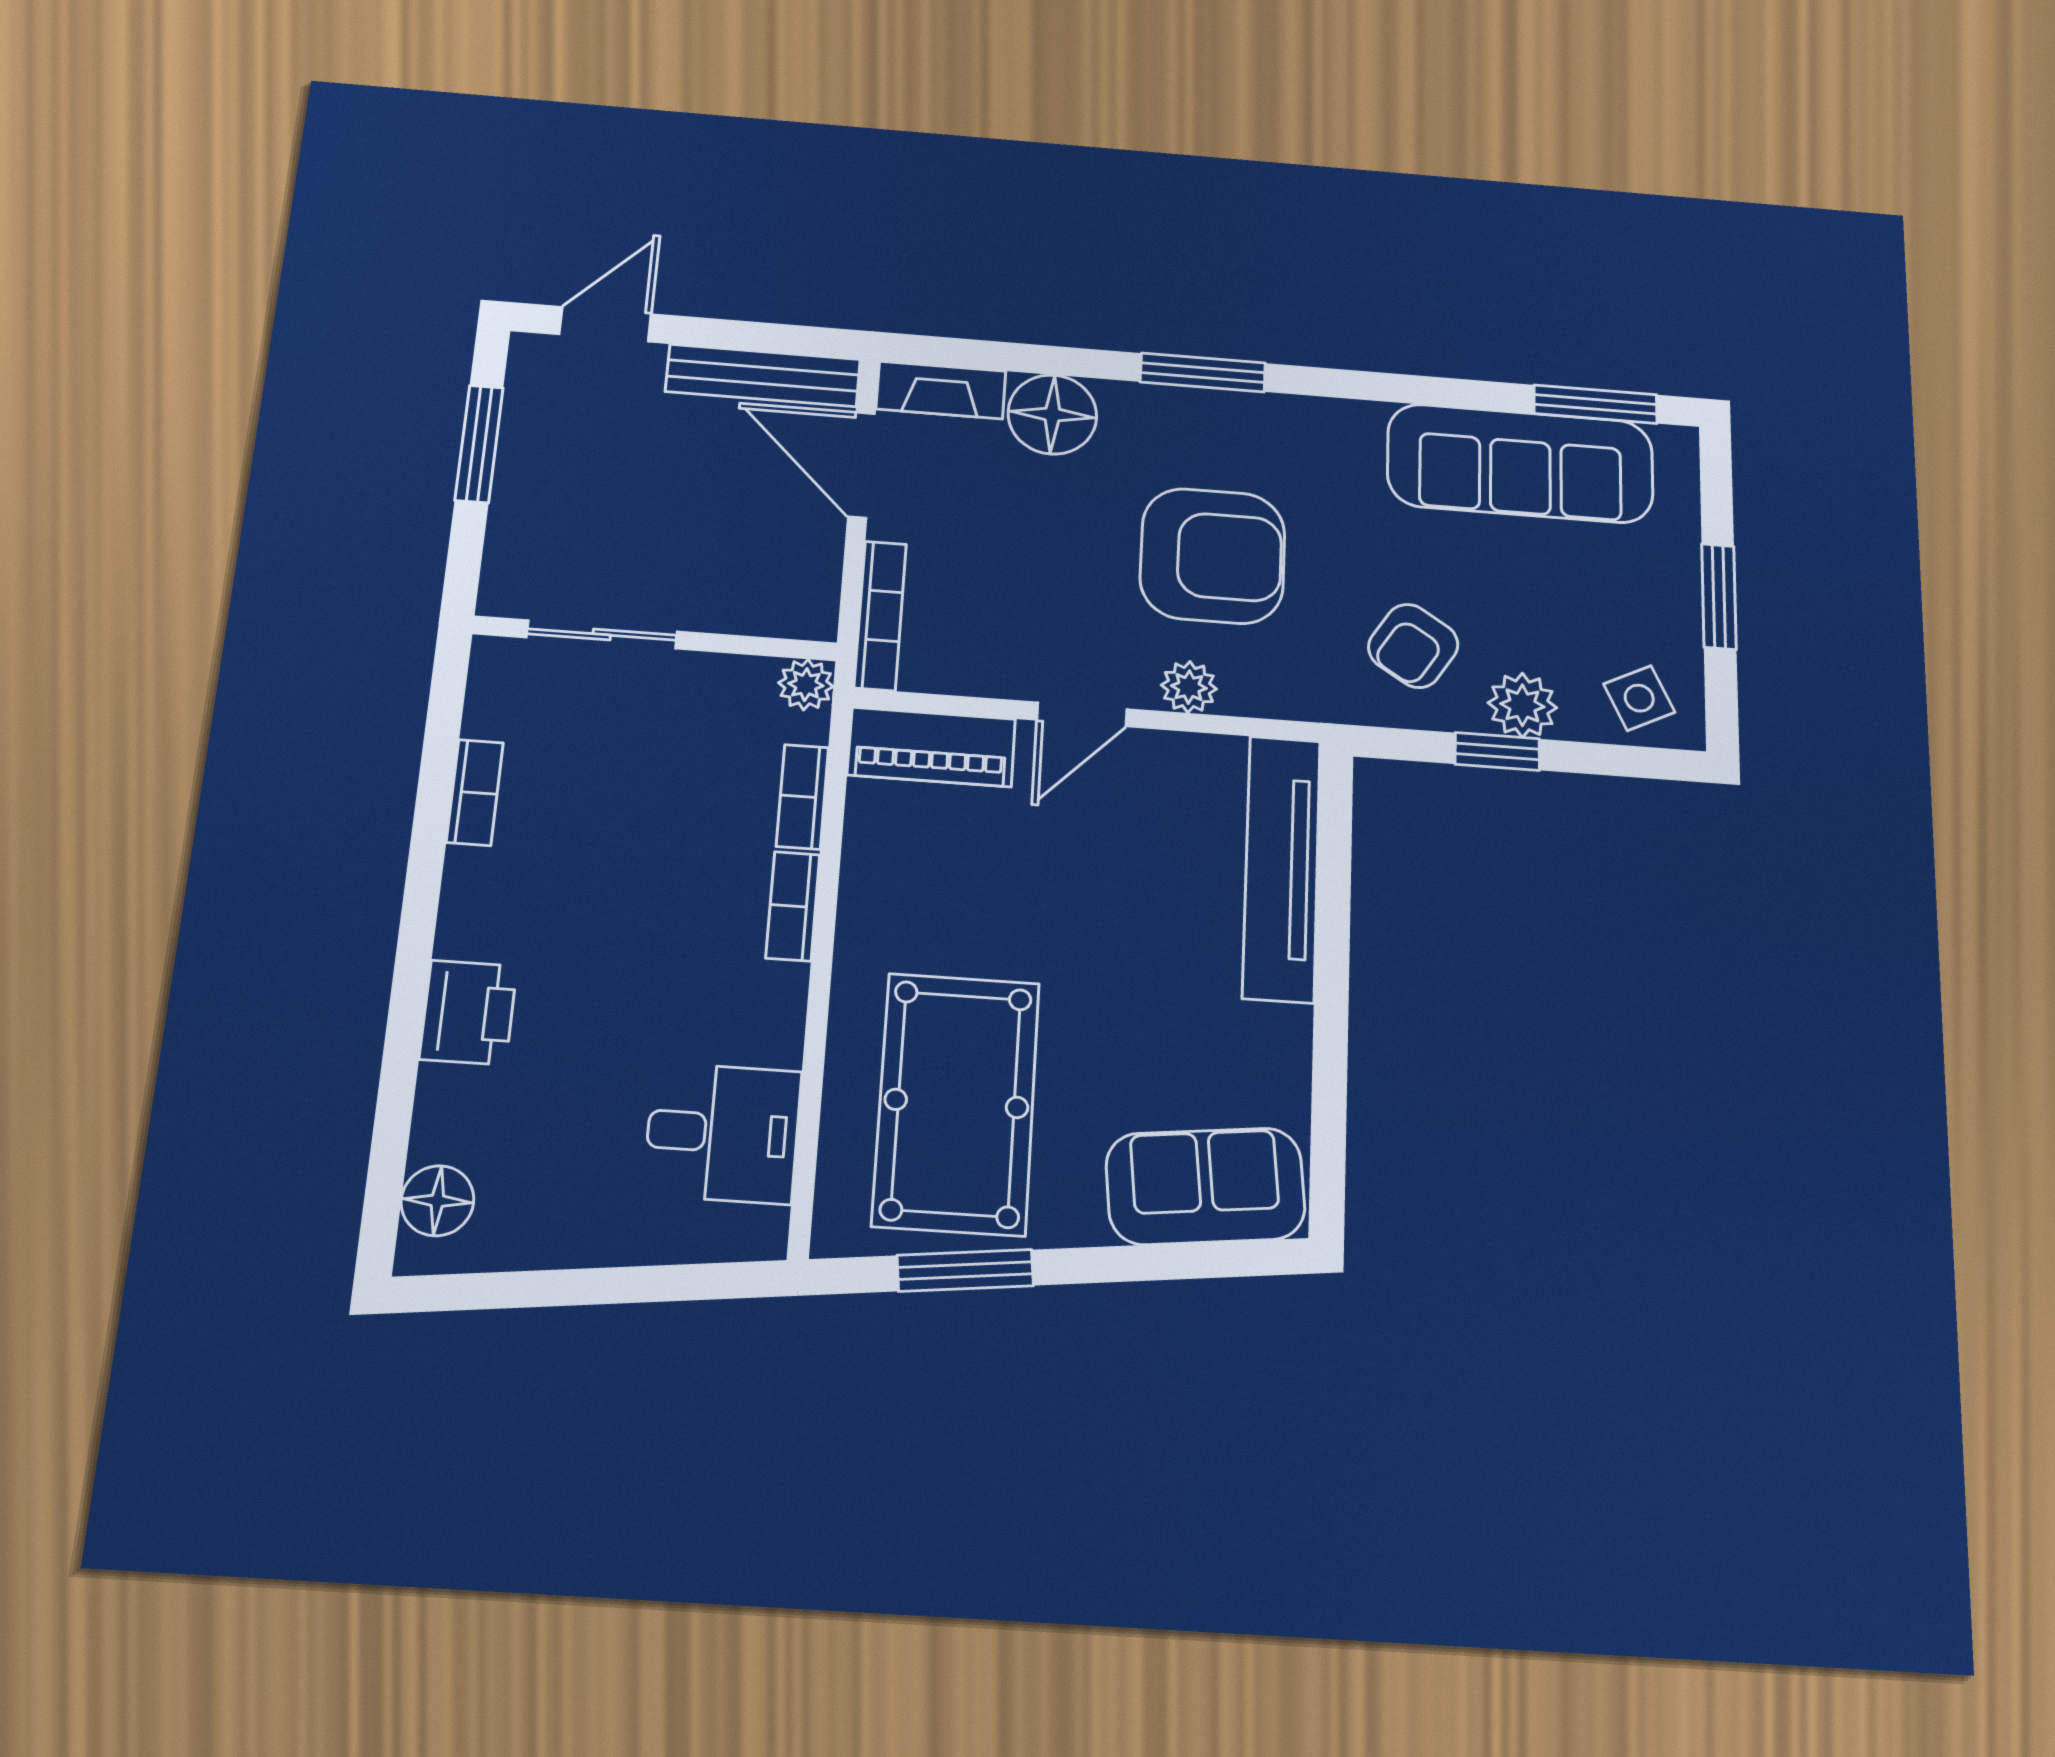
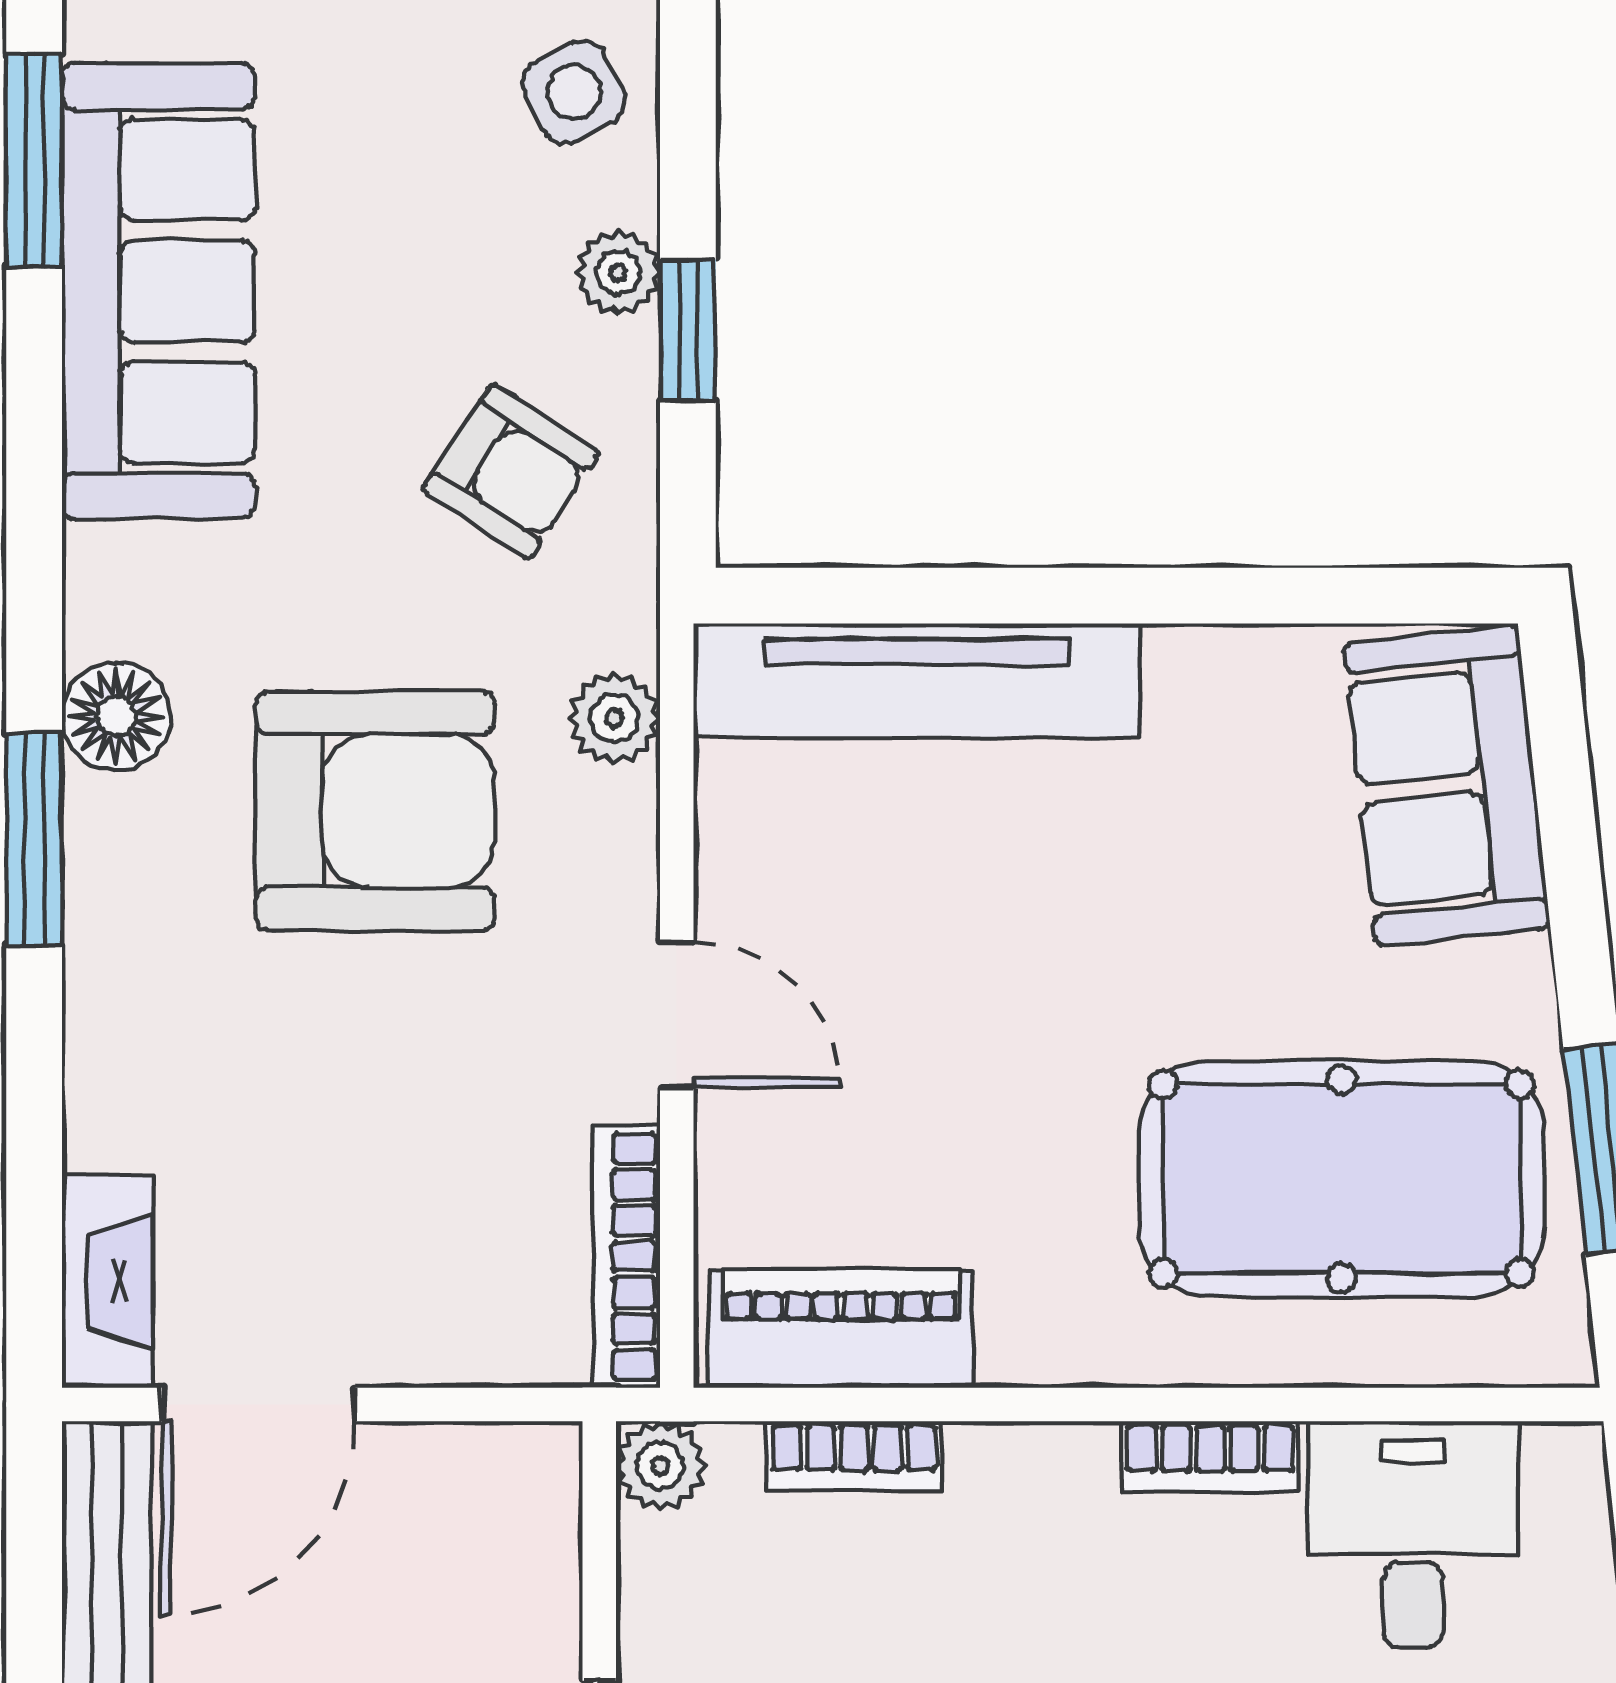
floor lamp: (1052, 414) -> (116, 717), moved, width x0.73, depth x0.73
armchair: (1213, 556) -> (375, 811), turned 90
bookcase: (880, 616) -> (626, 1257), moved, turned -90
plant: (1189, 687) -> (614, 718), moved
plant: (1522, 705) -> (618, 272), width x0.73, depth x0.73
piano: (931, 747) -> (841, 1329), moved, turned -90
bookcase: (793, 906) -> (1210, 1457), moved

